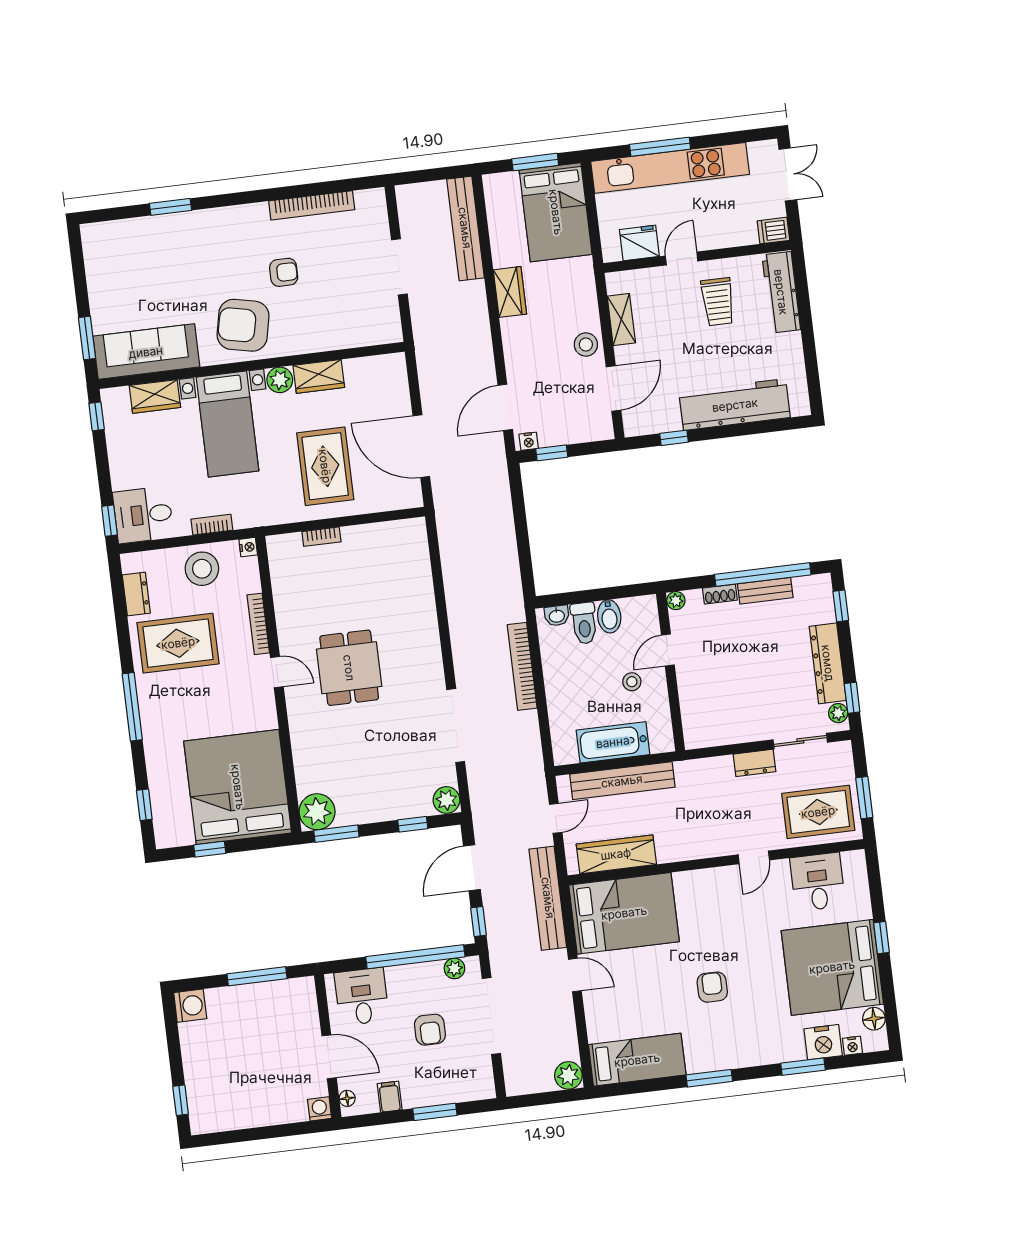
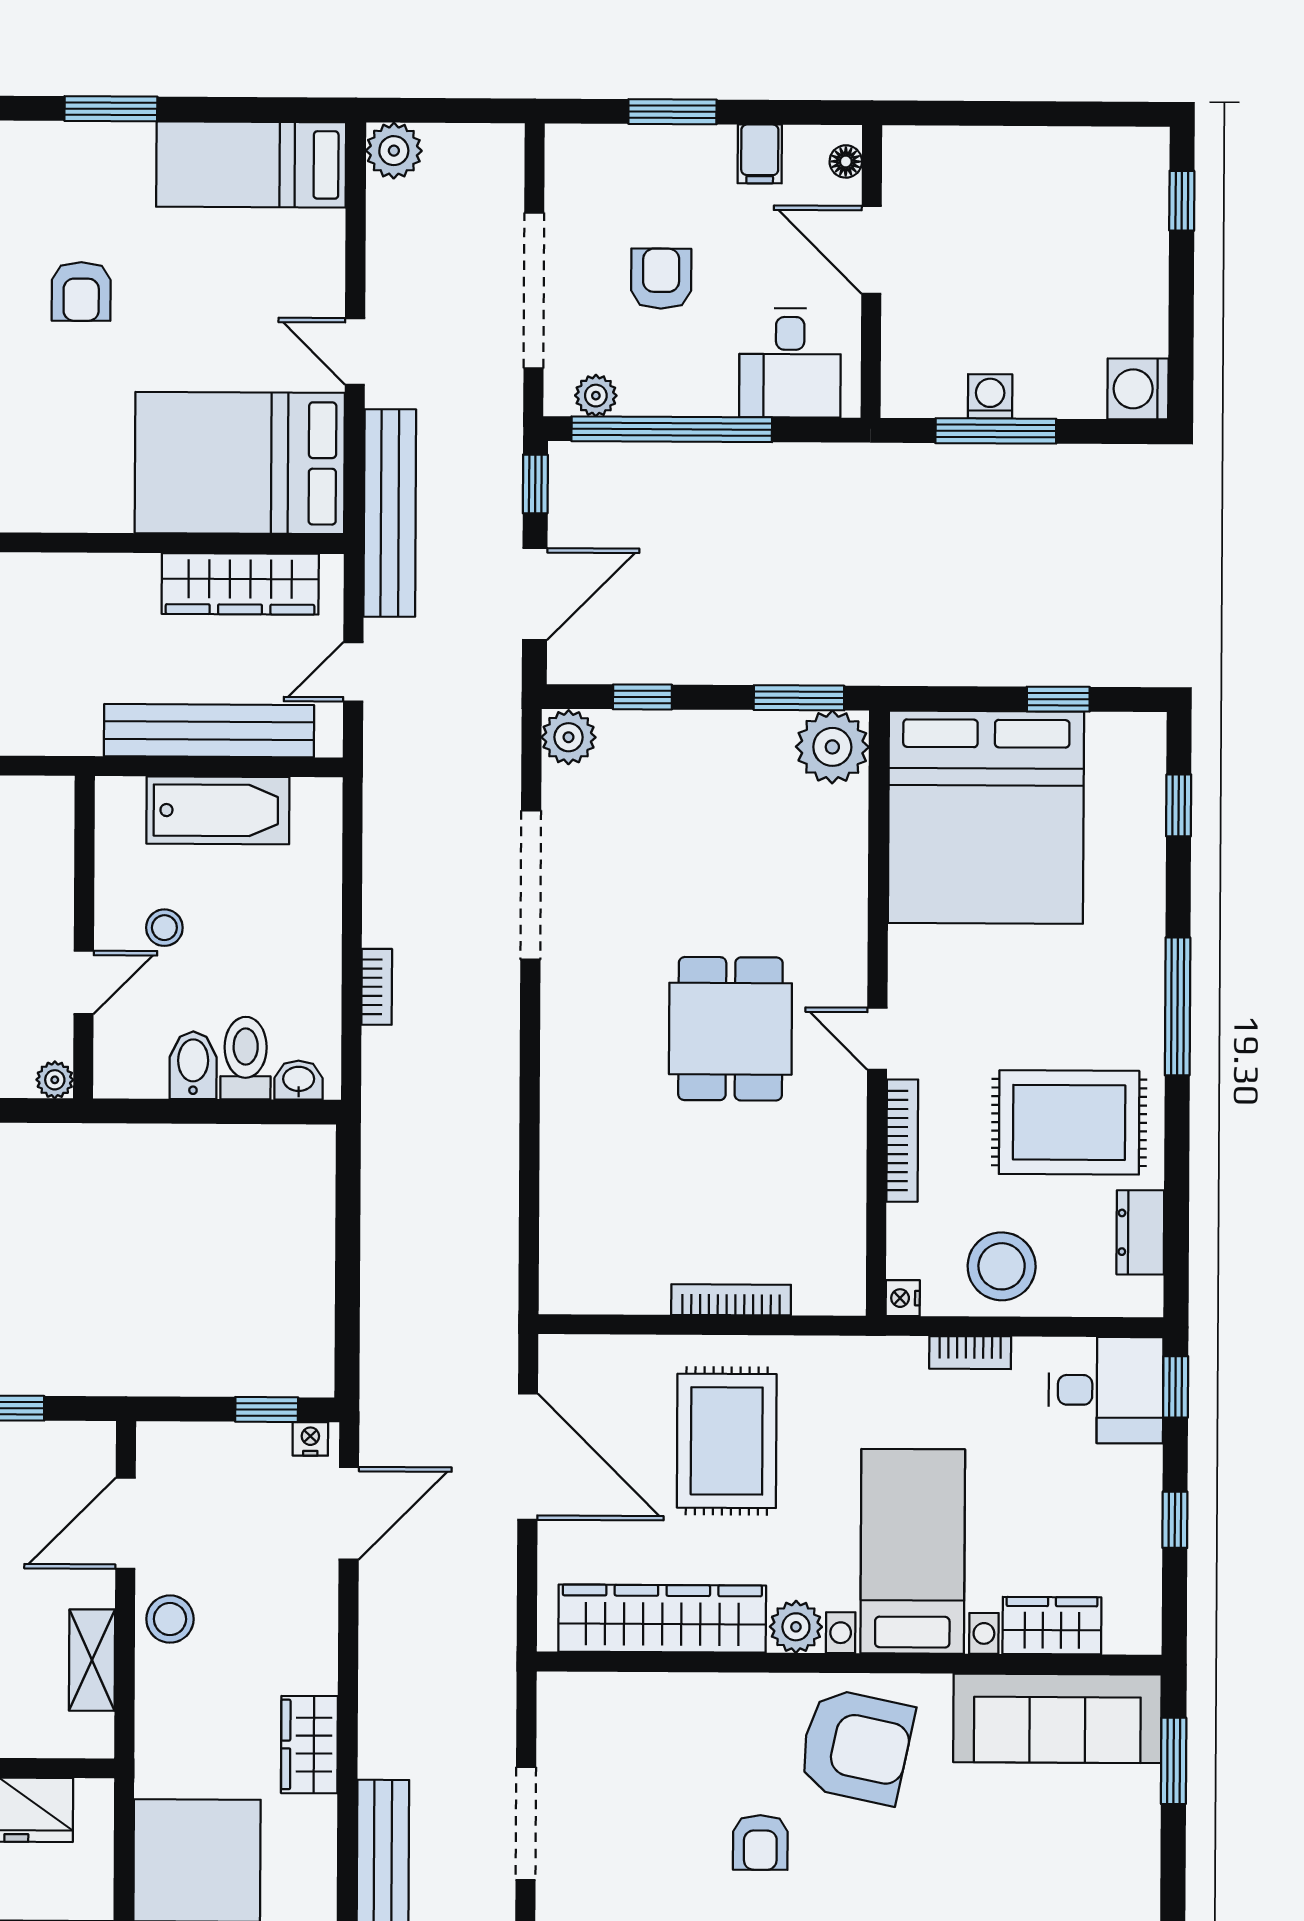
armchair: (284, 272) -> (760, 1843), turned -90
wardrobe: (319, 376) -> (662, 1619), width x2.10, depth x1.17
window: (97, 416) -> (1175, 1520), moved
bookcase: (321, 537) -> (731, 1300), width x1.56
bookcase: (522, 666) -> (377, 987), width x0.43, depth x0.76
washing machine: (320, 1109) -> (990, 396), moved, turned 180

